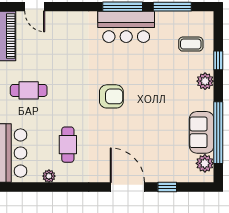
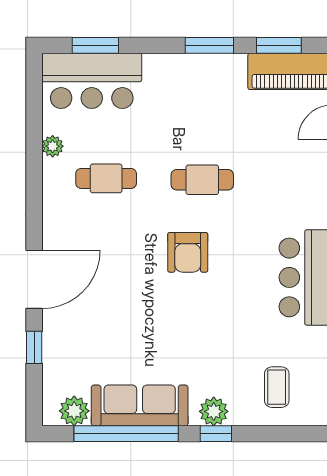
window: (218, 60) -> (216, 434), moved
cafe table: (29, 90) -> (202, 180), moved, turned 90
sofa: (202, 132) -> (140, 405), width x1.36

